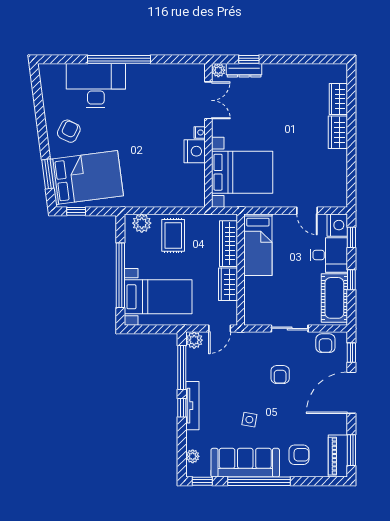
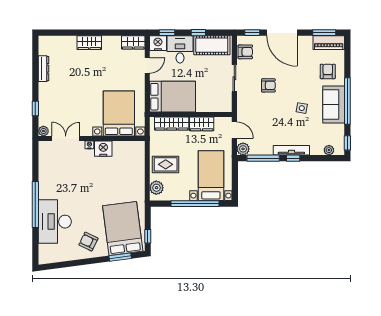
dresser: (244, 70) -> (44, 69), moved
wardrobe: (338, 99) -> (133, 42), moved
bed: (258, 245) -> (172, 97), width x1.50
sofa: (245, 463) -> (334, 104), width x0.73

